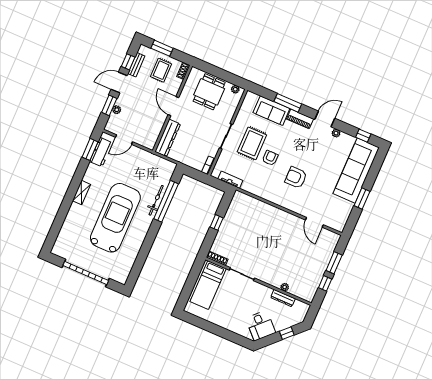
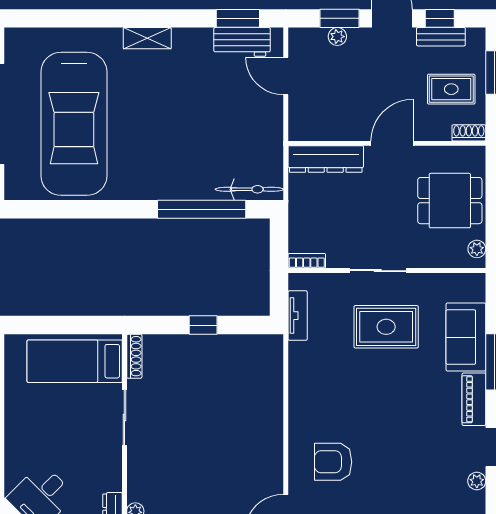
armchair: (270, 158) -> (373, 374), removed
armchair: (296, 177) -> (333, 462), moved, turned -90
bicycle: (156, 200) -> (249, 189), moved
car: (115, 218) -> (74, 124), moved, turned 90

